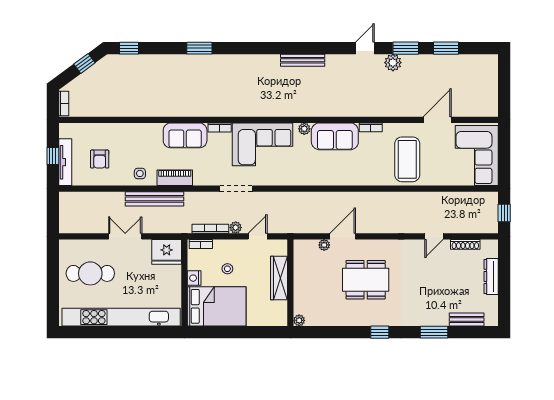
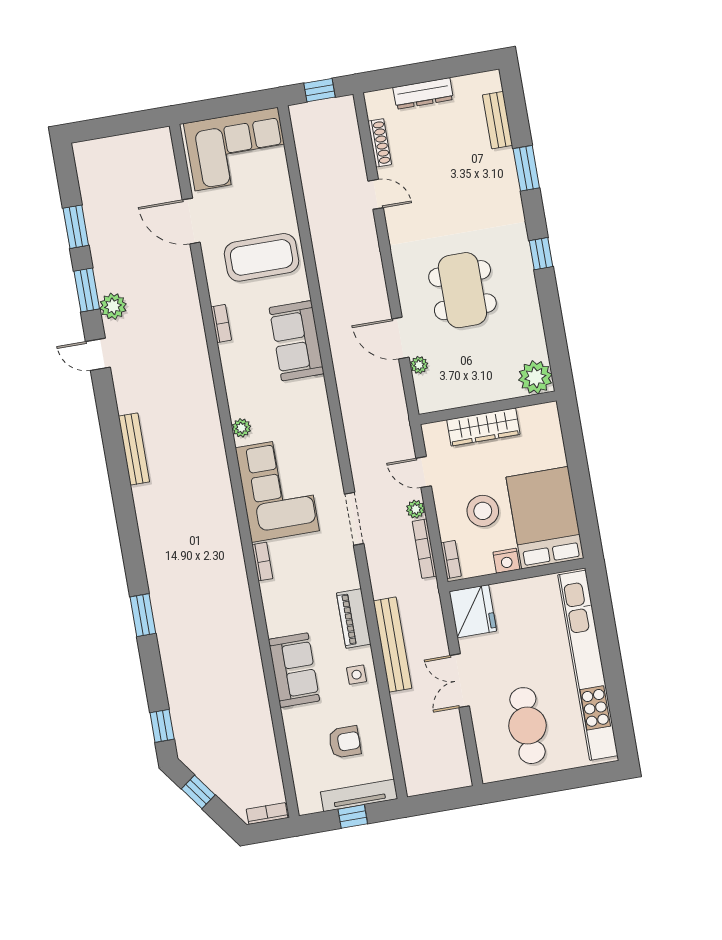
sofa: (185, 135) -> (294, 670), moved
sofa: (335, 136) -> (297, 341), moved, turned 180
stool: (227, 269) -> (483, 511), width x1.89, depth x1.89
plant: (299, 320) -> (535, 377), width x1.88, depth x1.88

